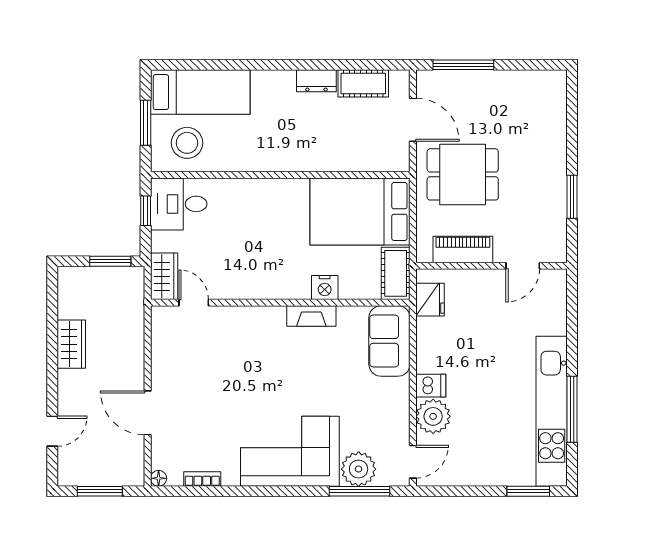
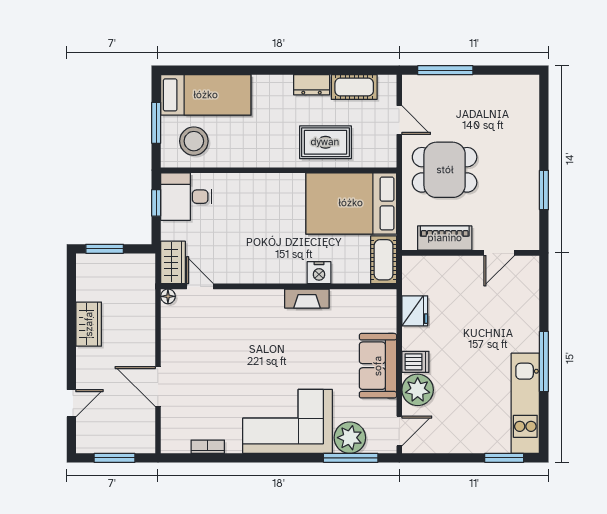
door: (413, 120) -> (399, 120), width x0.73
rug: (332, 144) -> (325, 142), added
window: (110, 261) -> (105, 249), moved
fridge: (430, 300) -> (415, 311), moved
sofa: (389, 341) -> (378, 366), moved
window: (572, 409) -> (544, 361), moved
kitchen unit: (552, 411) -> (525, 403), width x0.73
floor lamp: (159, 478) -> (168, 296), moved

